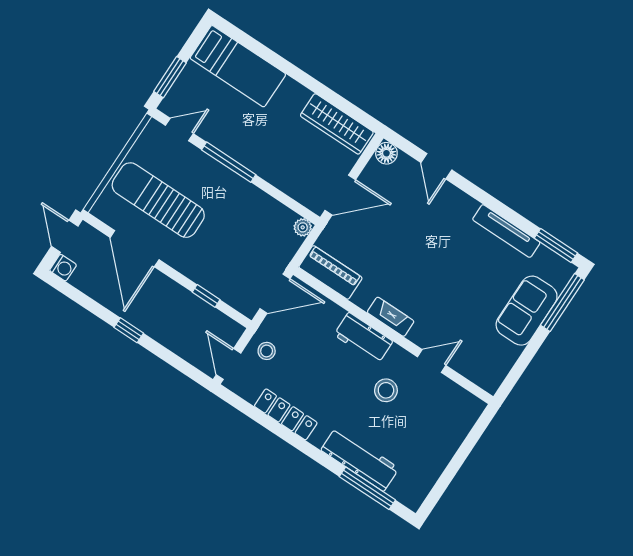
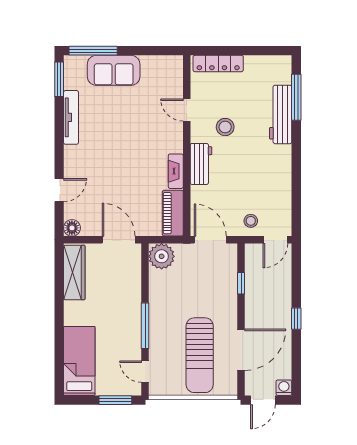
plant: (303, 227) -> (162, 256), width x1.88, depth x1.88
fireplace: (391, 317) -> (176, 171), moved
locker: (286, 414) -> (218, 64), moved, turned -90

